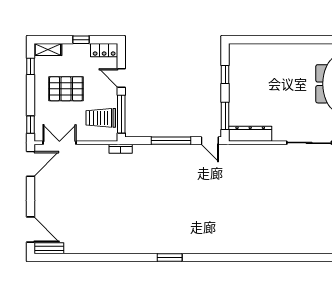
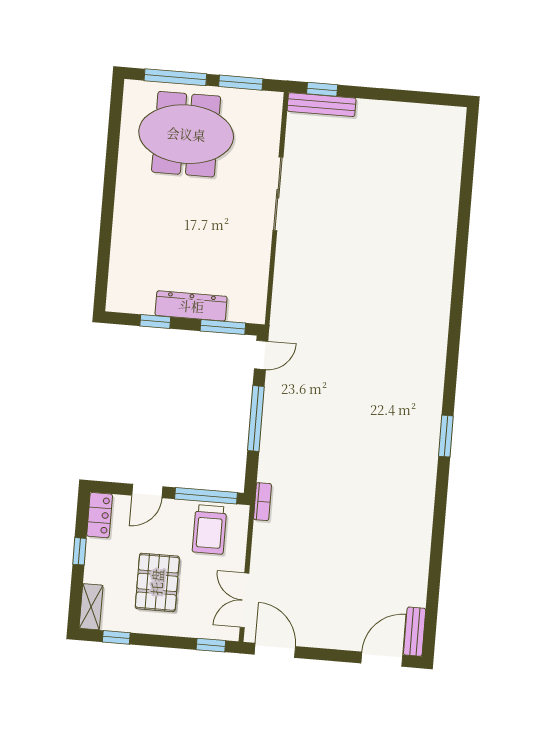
dresser: (250, 134) -> (191, 306), moved, turned 90

